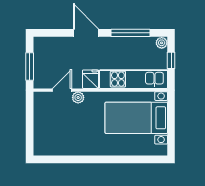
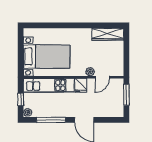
wardrobe: (55, 147) -> (108, 34), added

